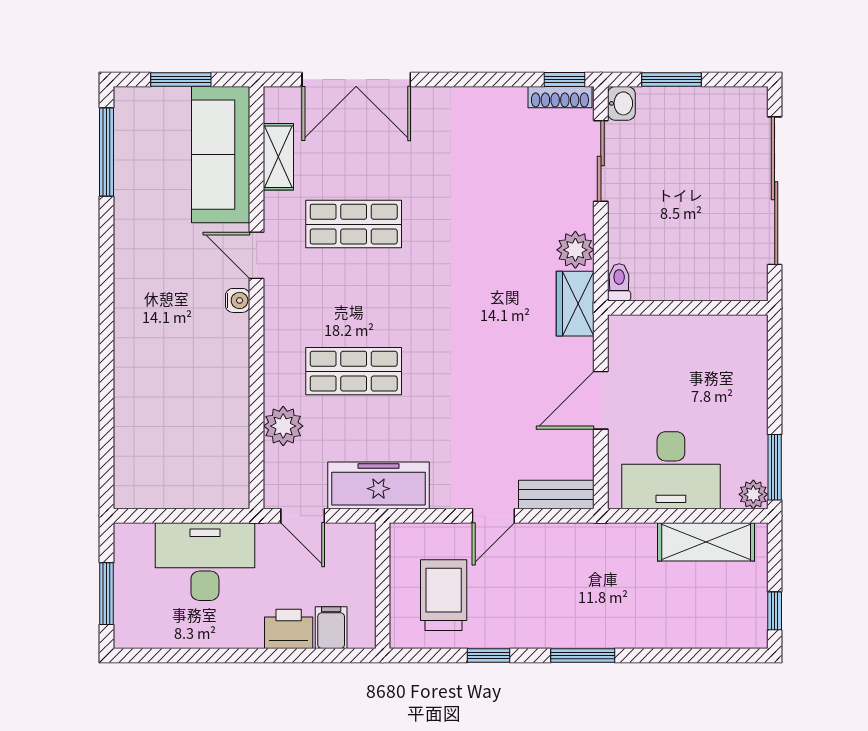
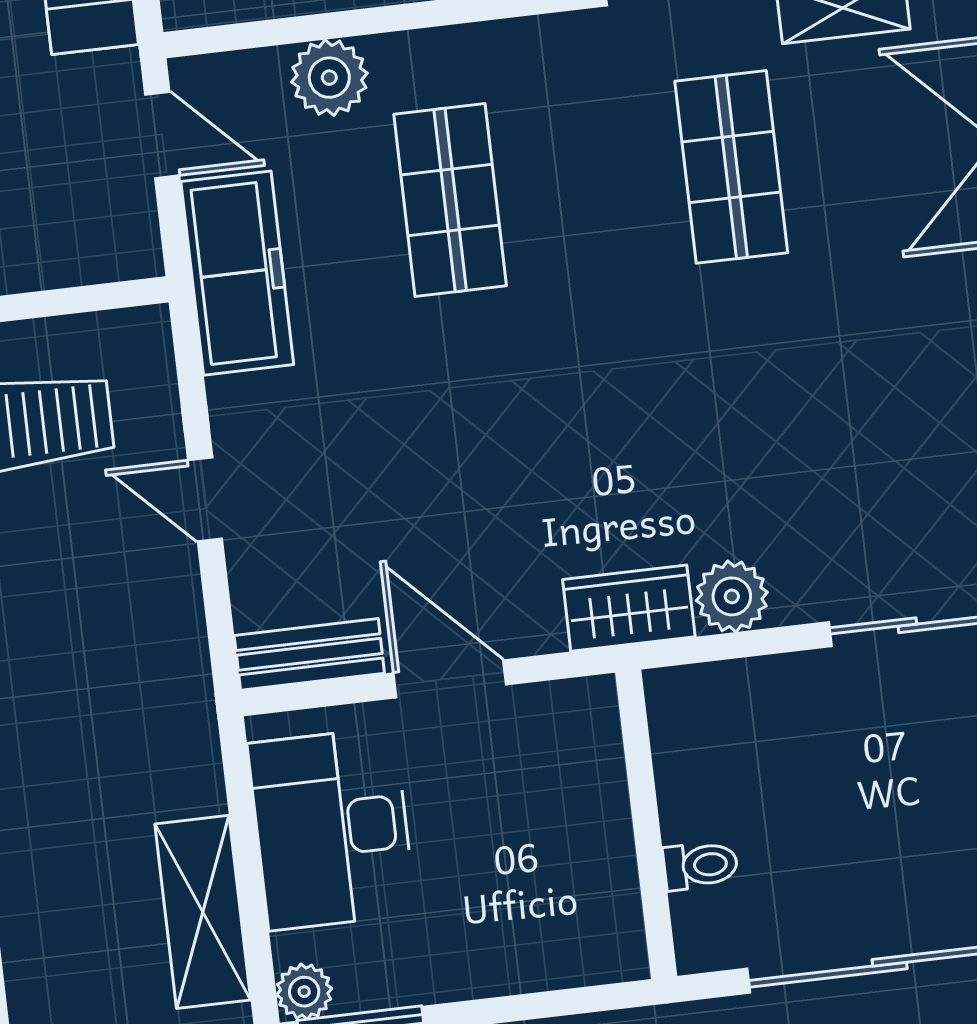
toilet: (619, 282) -> (700, 865), moved
bench: (556, 495) -> (309, 654), moved, turned 90
door: (303, 516) -> (162, 135), swing flipped

